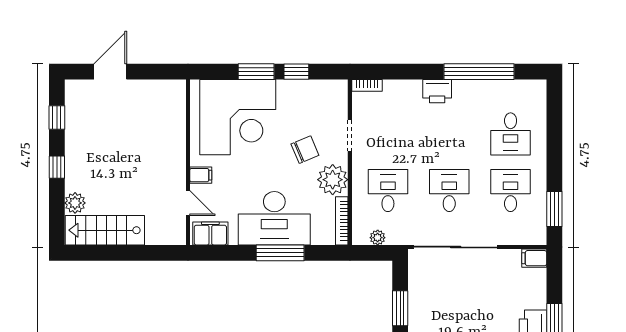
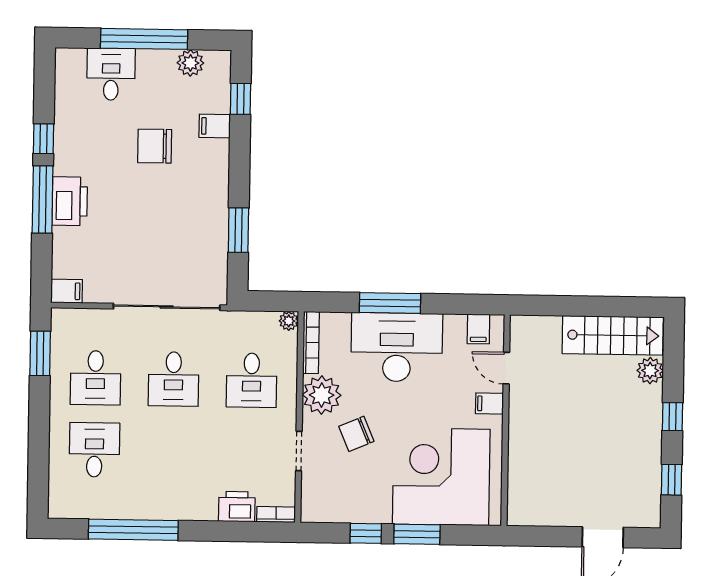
printer: (437, 91) -> (237, 507), moved
filing cabinet: (210, 233) -> (478, 329), width x0.50
plant: (378, 238) -> (289, 321), moved

